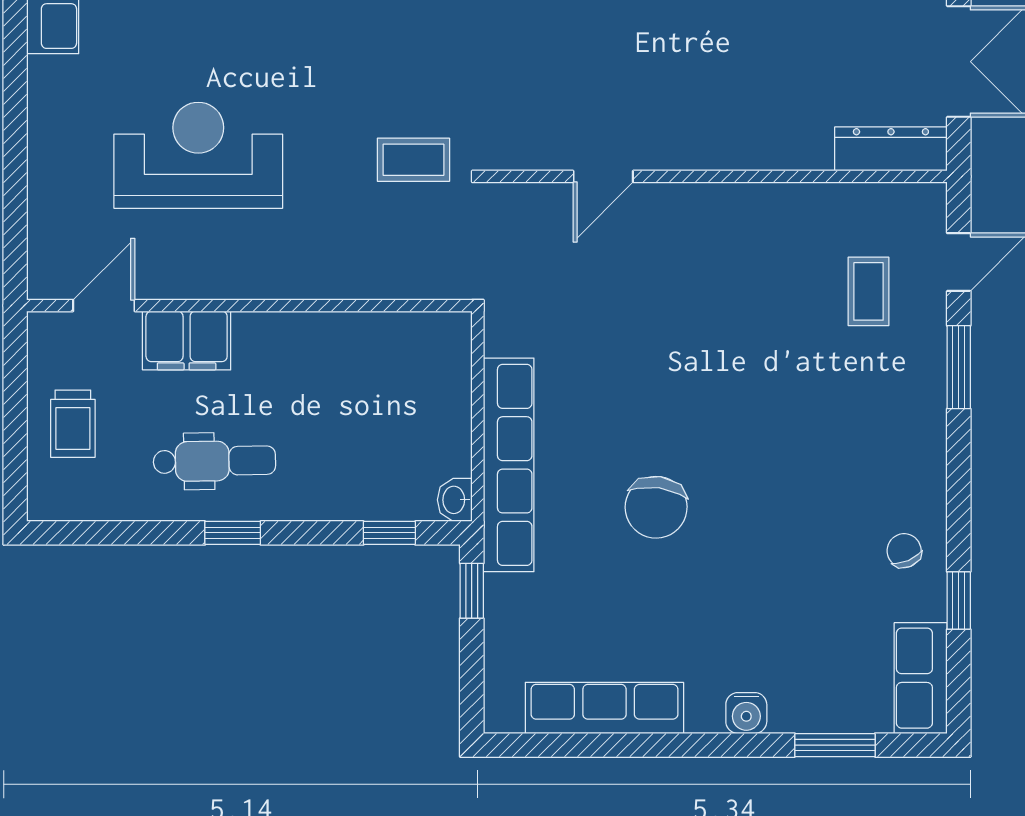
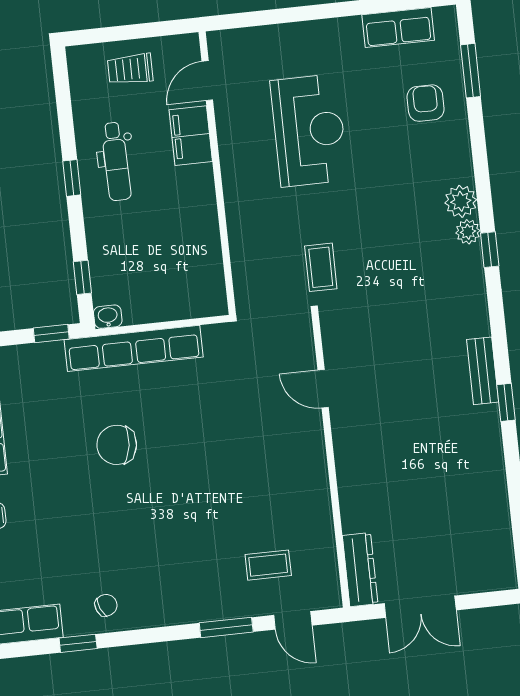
door: (104, 306) -> (207, 81), swing flipped

